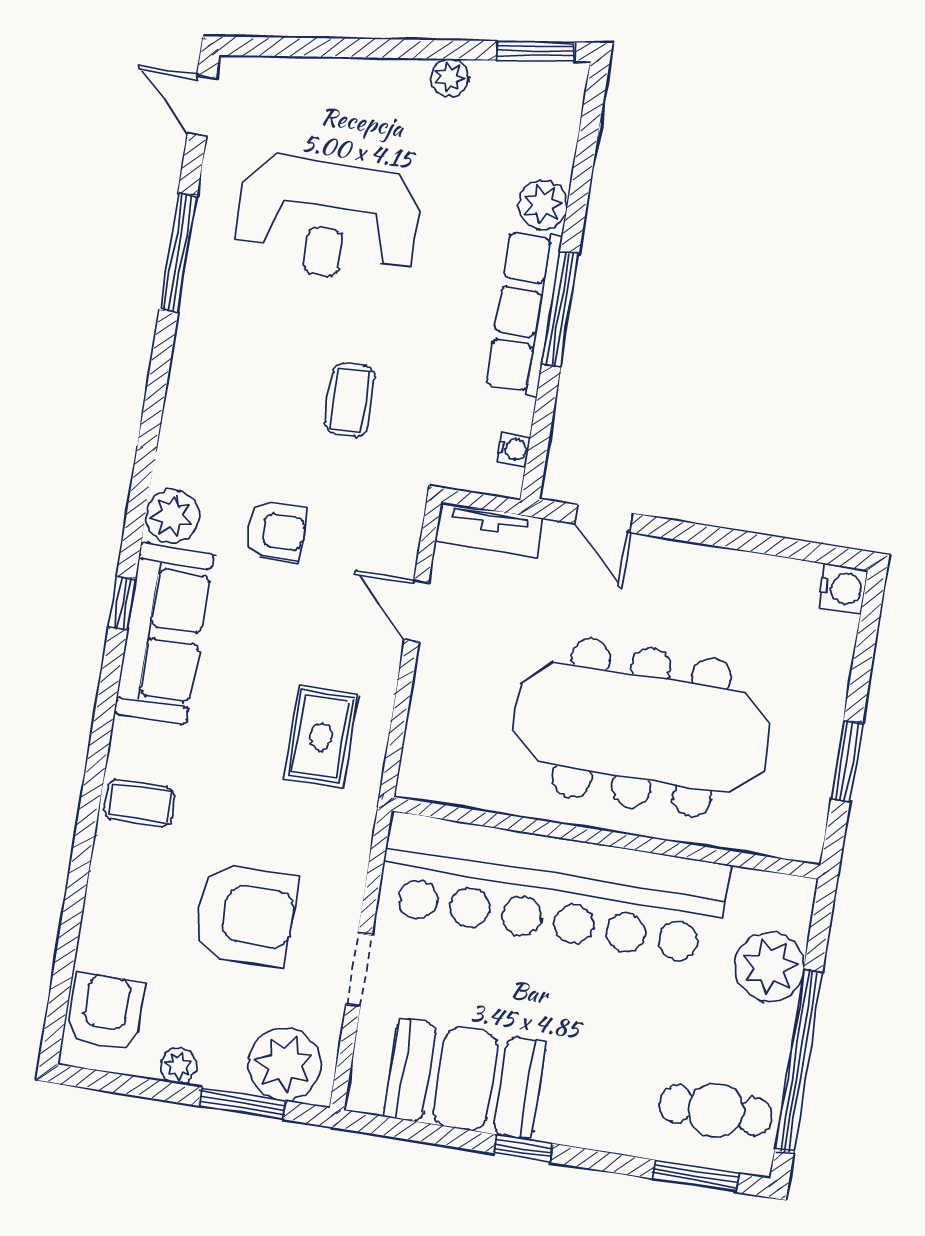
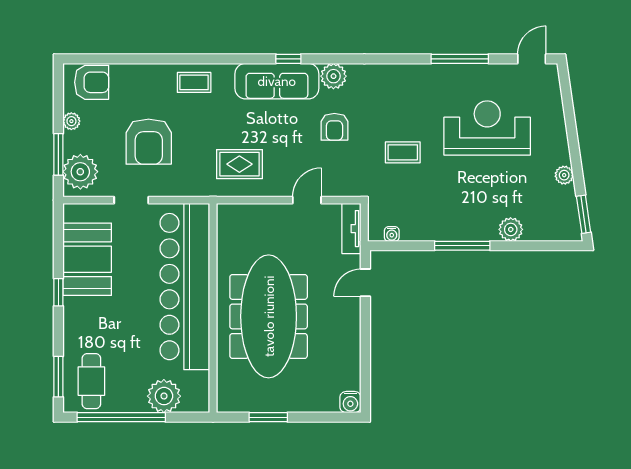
reception desk: (328, 220) -> (487, 128), turned 90
row of seats: (524, 312) -> (458, 229), removed
coffee table: (139, 803) -> (194, 82), turned 90

